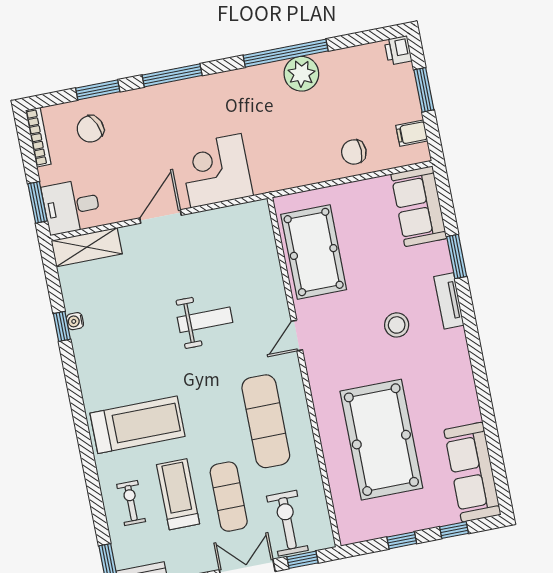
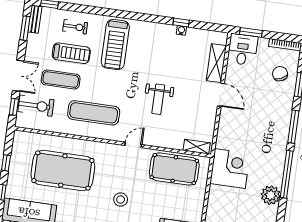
window: (286, 53) -> (287, 174), moved
chair: (354, 152) -> (220, 209), removed
corner desk: (216, 171) -> (230, 168), moved
shelving: (263, 227) -> (197, 147), added
shelving: (87, 247) -> (216, 63), moved
door: (297, 335) -> (133, 145), hinge flipped

